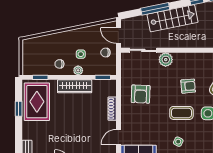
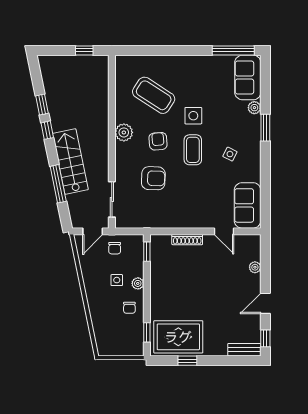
plant: (166, 60) -> (124, 132), moved
wardrobe: (75, 86) -> (158, 288), removed
armchair: (141, 94) -> (153, 178), moved

